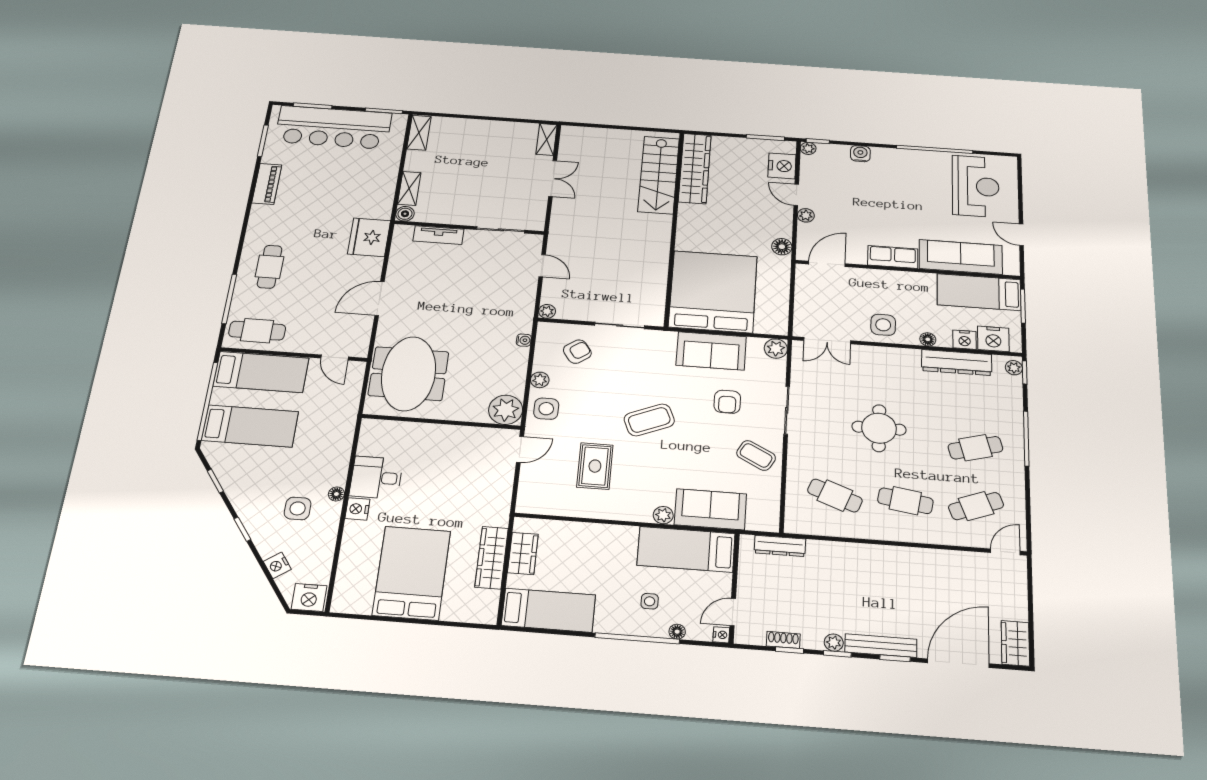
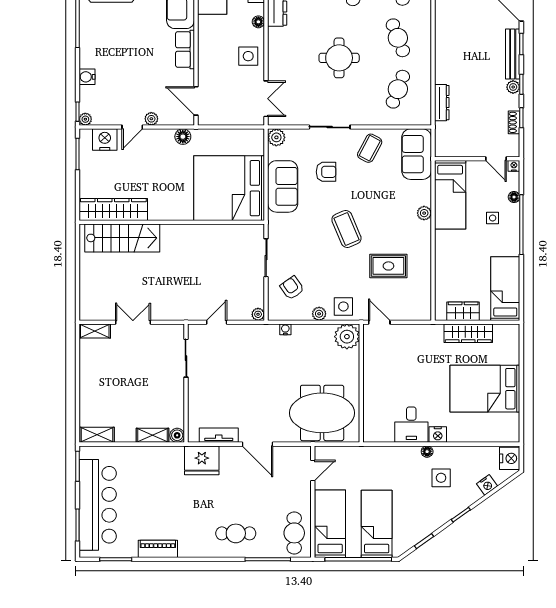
tv unit: (438, 235) -> (219, 435), moved, turned -90
cafe table: (905, 501) -> (398, 38), turned -30
sofa: (710, 509) -> (417, 154), moved
dresser: (780, 546) -> (442, 103), moved

